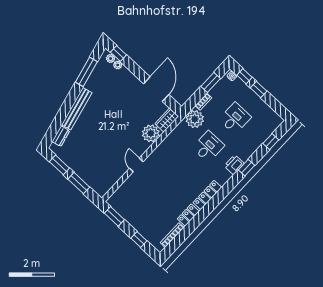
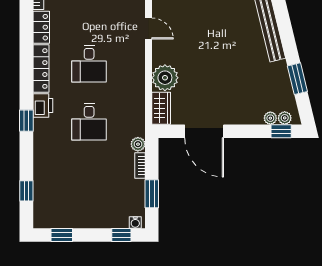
window: (86, 72) -> (297, 79), width x0.69
window: (259, 89) -> (62, 235), moved
desk: (235, 118) -> (89, 64), moved
plant: (195, 119) -> (138, 144), width x0.53, depth x0.53
printer: (234, 165) -> (43, 106), moved
window: (246, 168) -> (26, 121), moved

